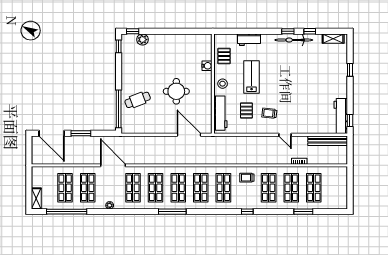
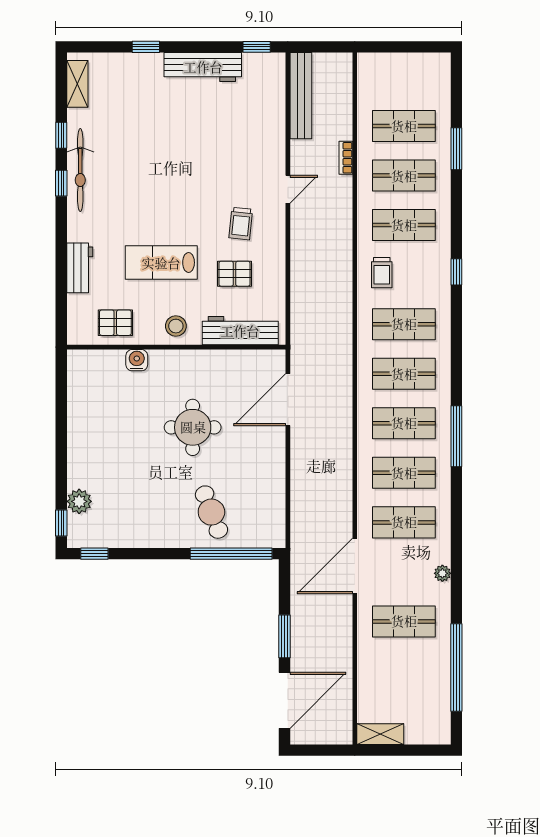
workbench: (341, 116) -> (203, 67), moved
shop shelf: (65, 188) -> (404, 671), removed
shelving: (36, 199) -> (380, 734), moved

